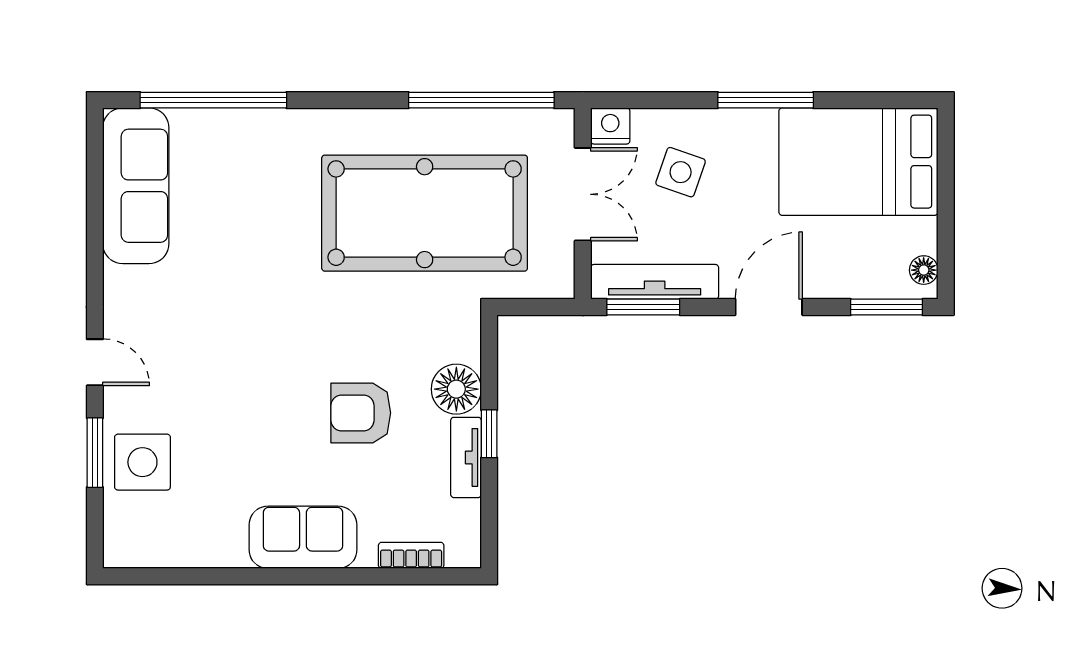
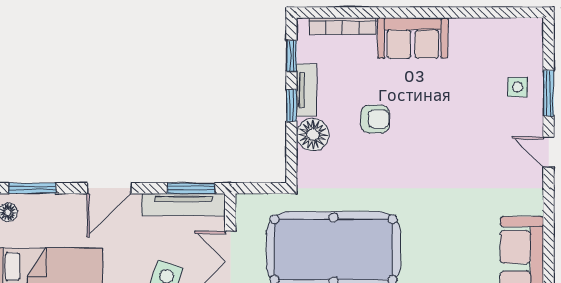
armchair: (361, 413) -> (375, 119), width x0.72, depth x0.72
side table: (142, 462) -> (518, 87), width x0.54, depth x0.54
window: (489, 510) -> (291, 56), added
bookcase: (411, 555) -> (342, 26), width x1.56

